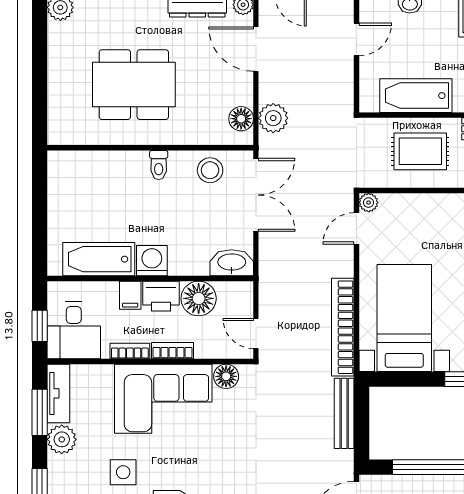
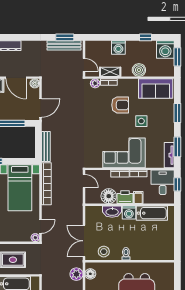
washbasin: (232, 263) -> (112, 212), moved
floor lamp: (226, 376) -> (97, 162), removed
plant: (62, 439) -> (168, 135), removed

